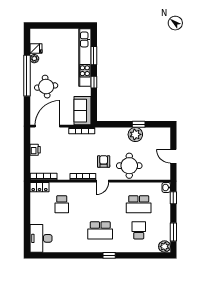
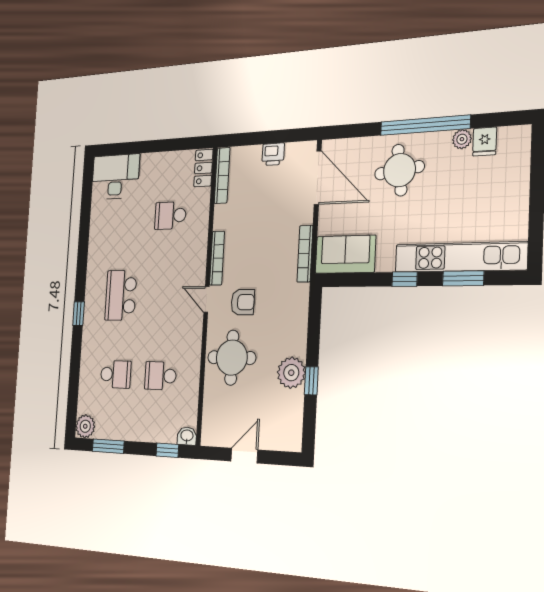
school desk: (139, 204) -> (160, 376), width x0.54

